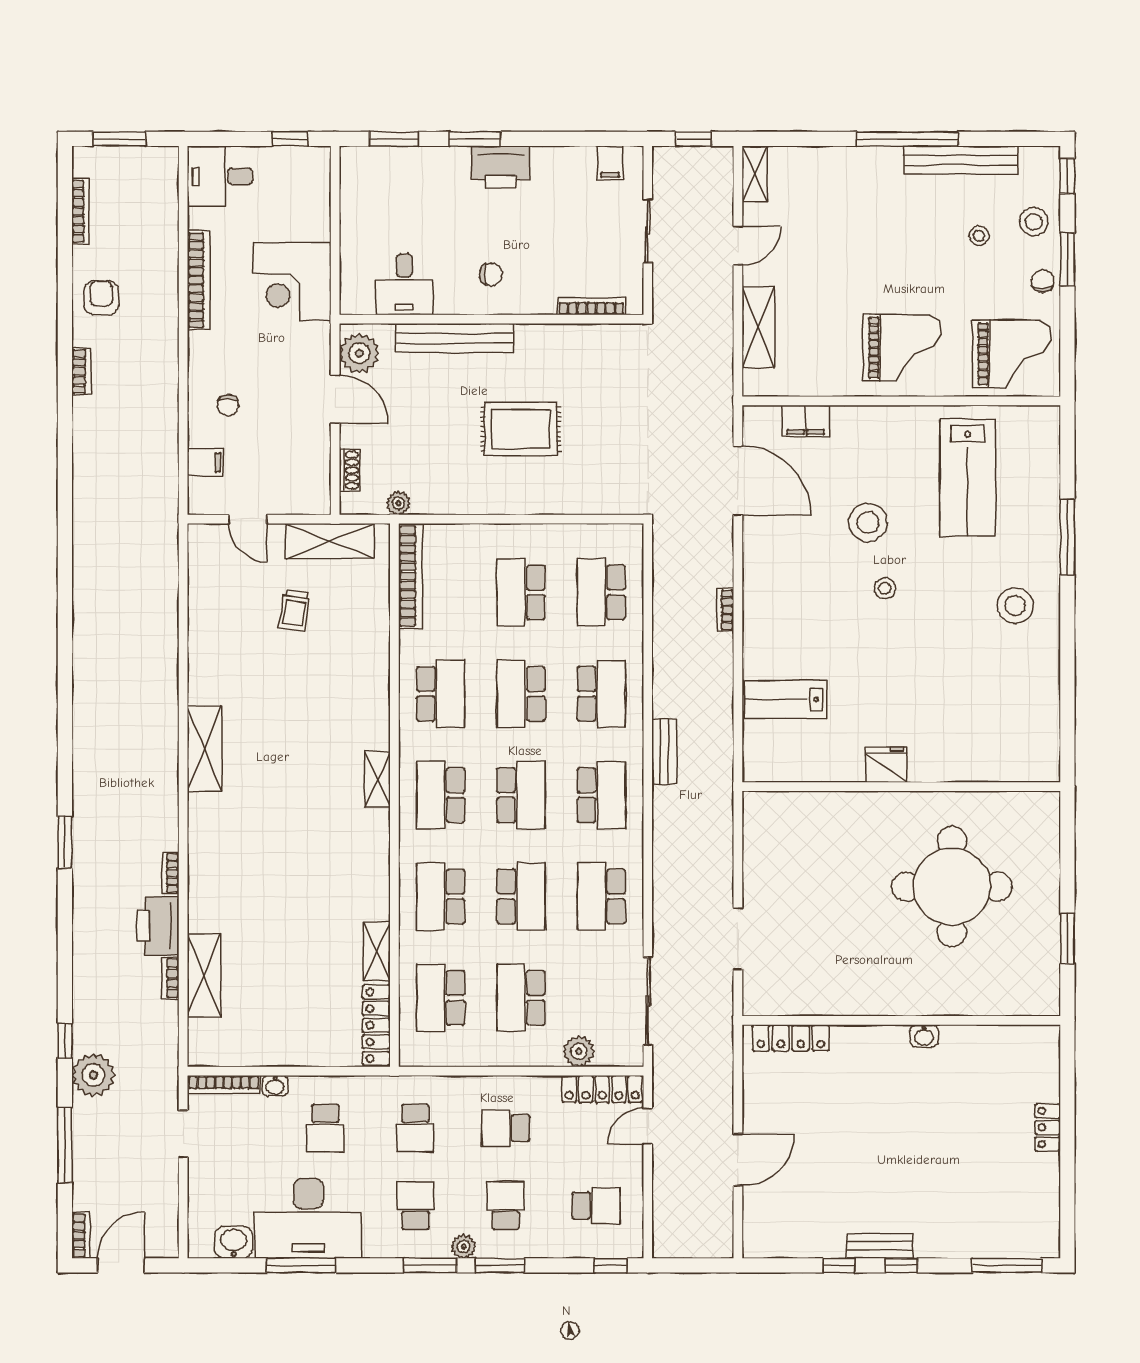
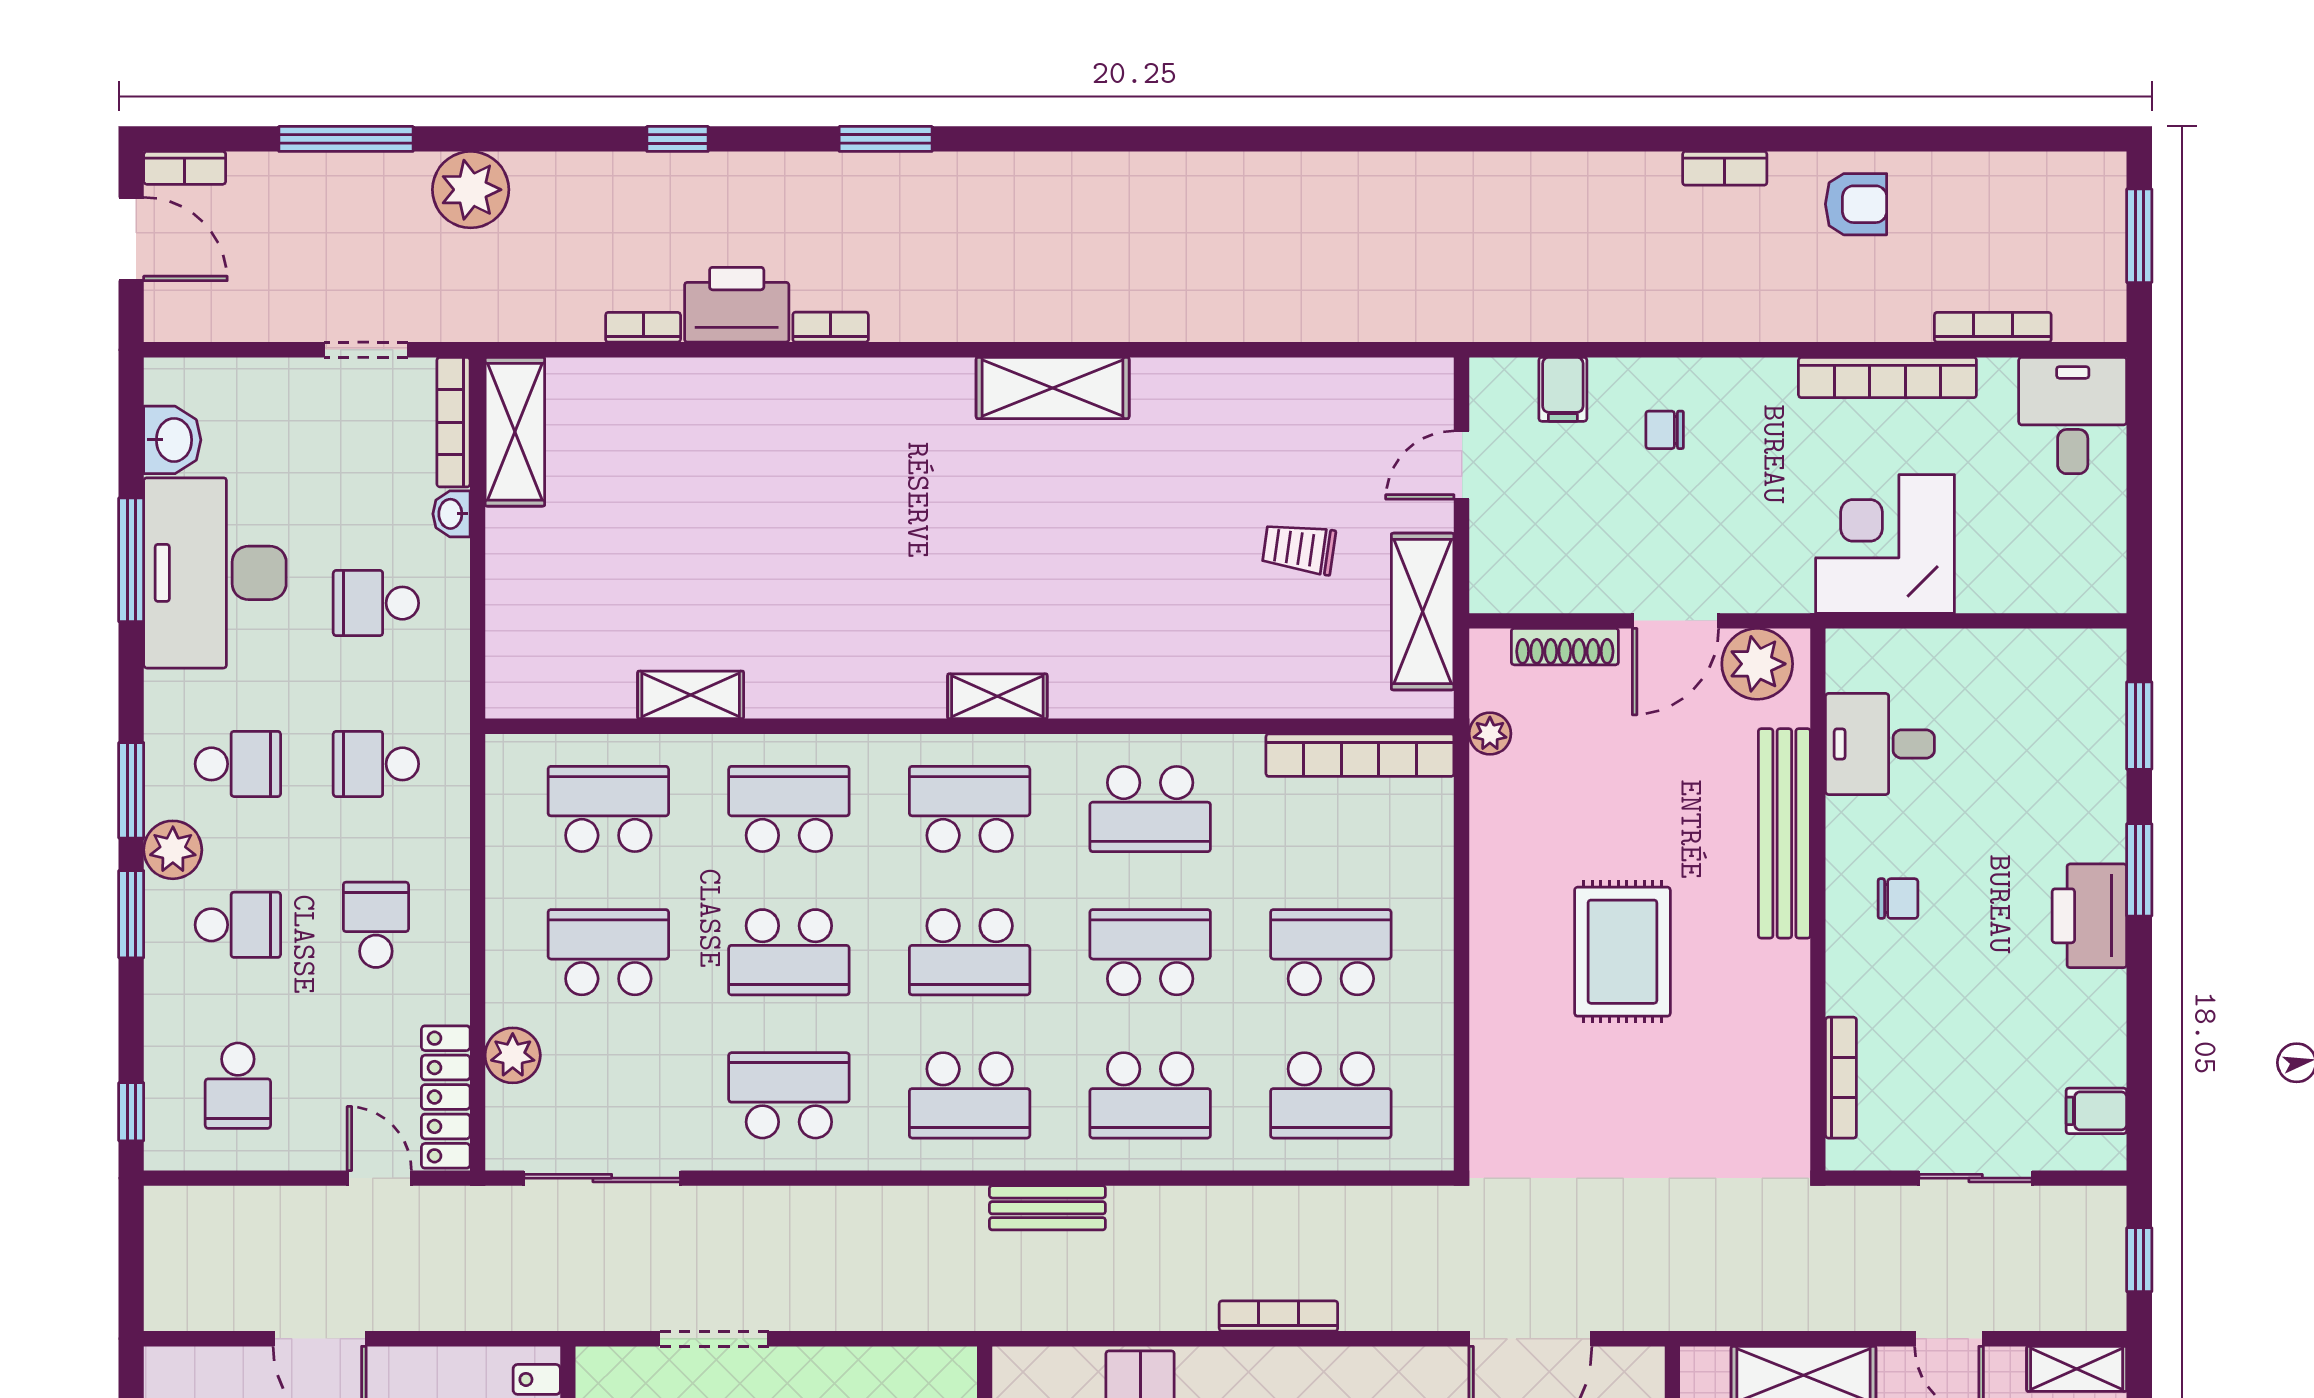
window: (290, 139) -> (2139, 540), removed
bookcase: (80, 211) -> (1993, 327), moved, turned 180
chair: (491, 274) -> (1898, 899), turned -90
shoe rack: (350, 470) -> (1565, 647), width x1.43
school desk: (601, 592) -> (1331, 1095), turned 180
bookcase: (725, 610) -> (1278, 1316), width x1.56
shelving: (204, 975) -> (515, 432), moved, turned 90
locker: (376, 1025) -> (559, 694), removed
window: (65, 1041) -> (677, 139), moved
plant: (464, 1247) -> (173, 850), width x1.38, depth x1.38

